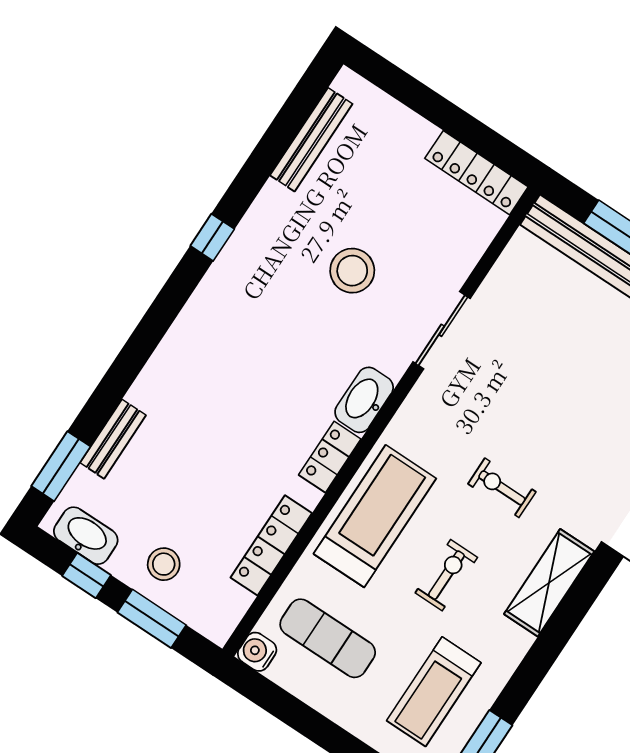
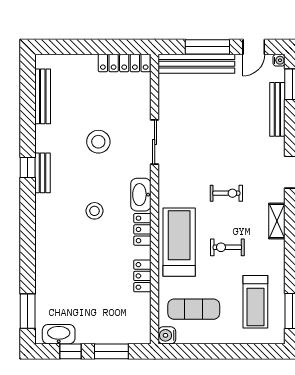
bench: (113, 439) -> (43, 173), moved
exercise bike: (502, 488) -> (226, 193), turned 180
locker: (271, 545) -> (142, 276), width x0.66
stool: (164, 564) -> (94, 211), moved
exercise bike: (446, 575) -> (227, 247), turned -90
shelving: (549, 583) -> (277, 221), width x0.67, depth x0.75

